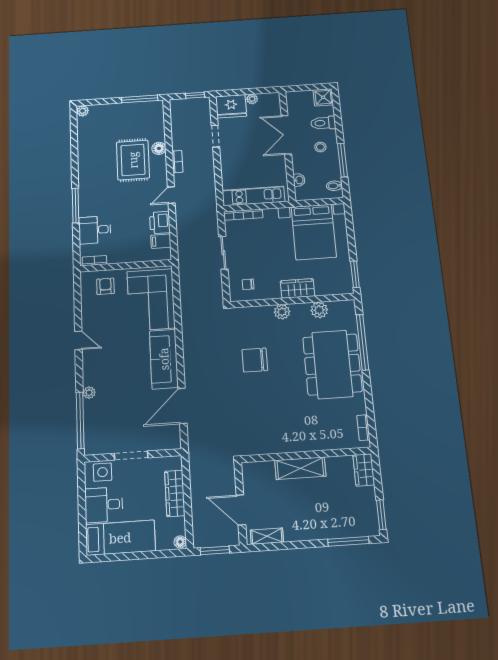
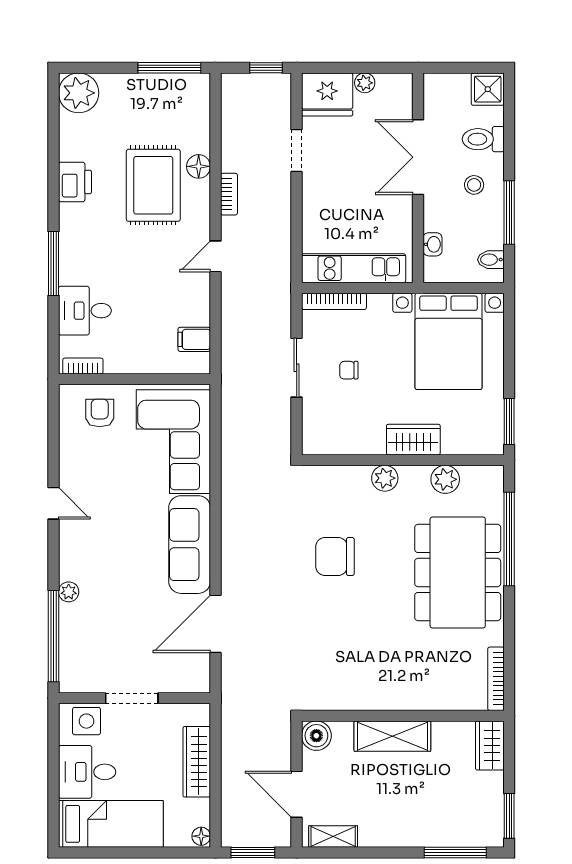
plant: (83, 111) -> (79, 93), width x1.87, depth x1.87
printer: (160, 223) -> (75, 182), moved, turned 180
chair: (248, 284) -> (349, 370), moved
bookcase: (363, 428) -> (496, 679), width x1.56
boiler: (251, 471) -> (316, 736), added

